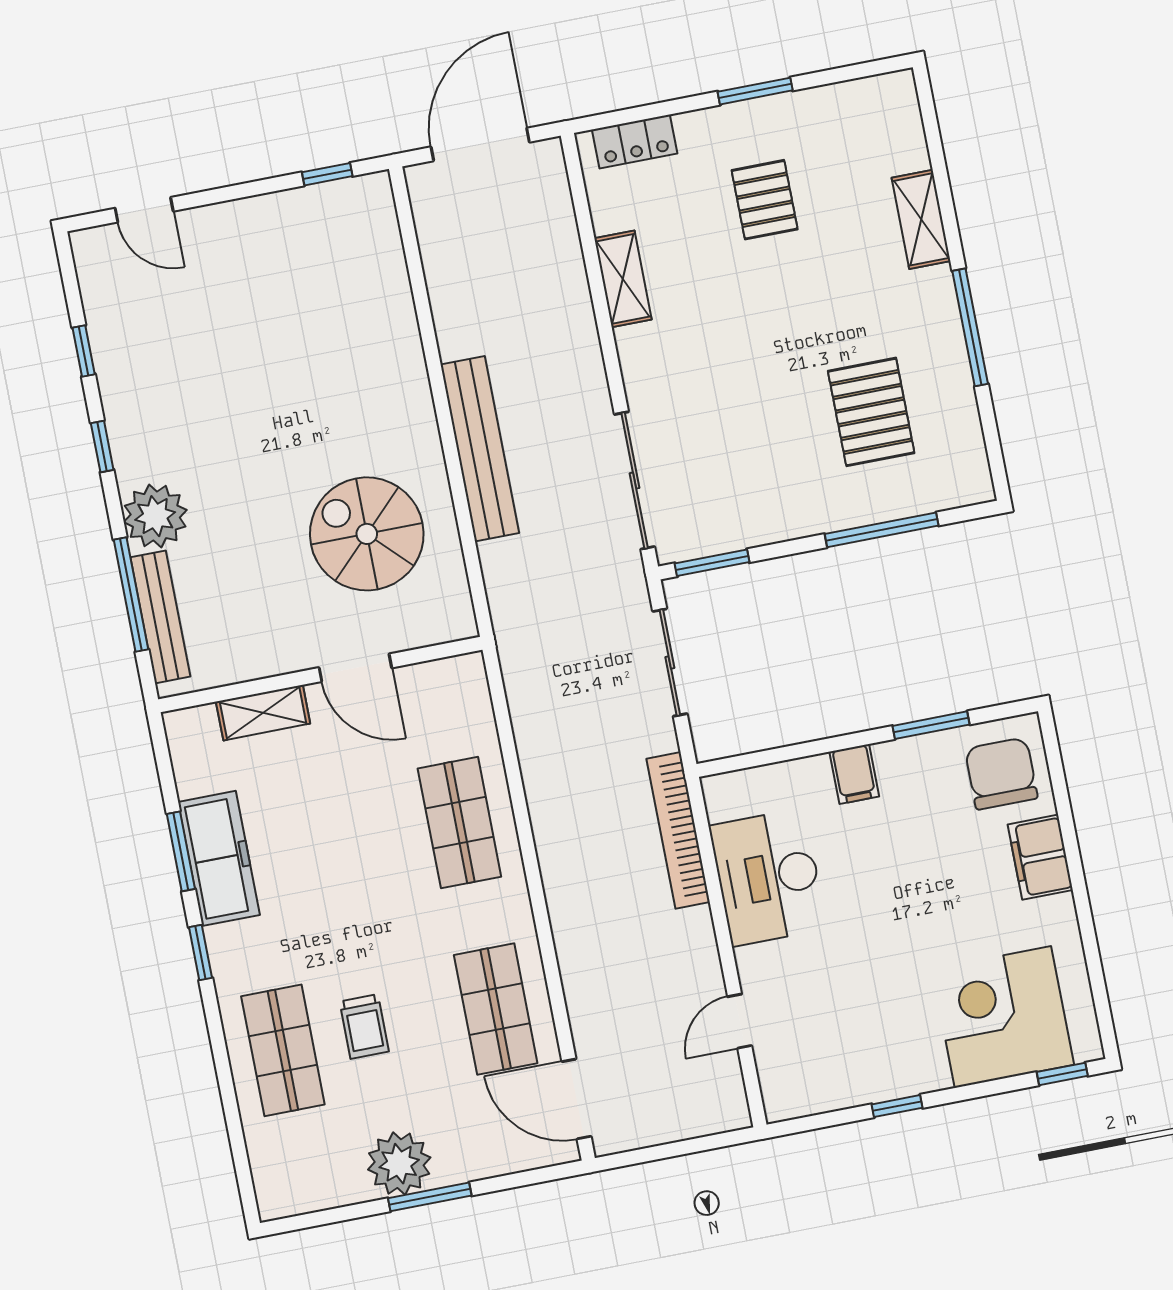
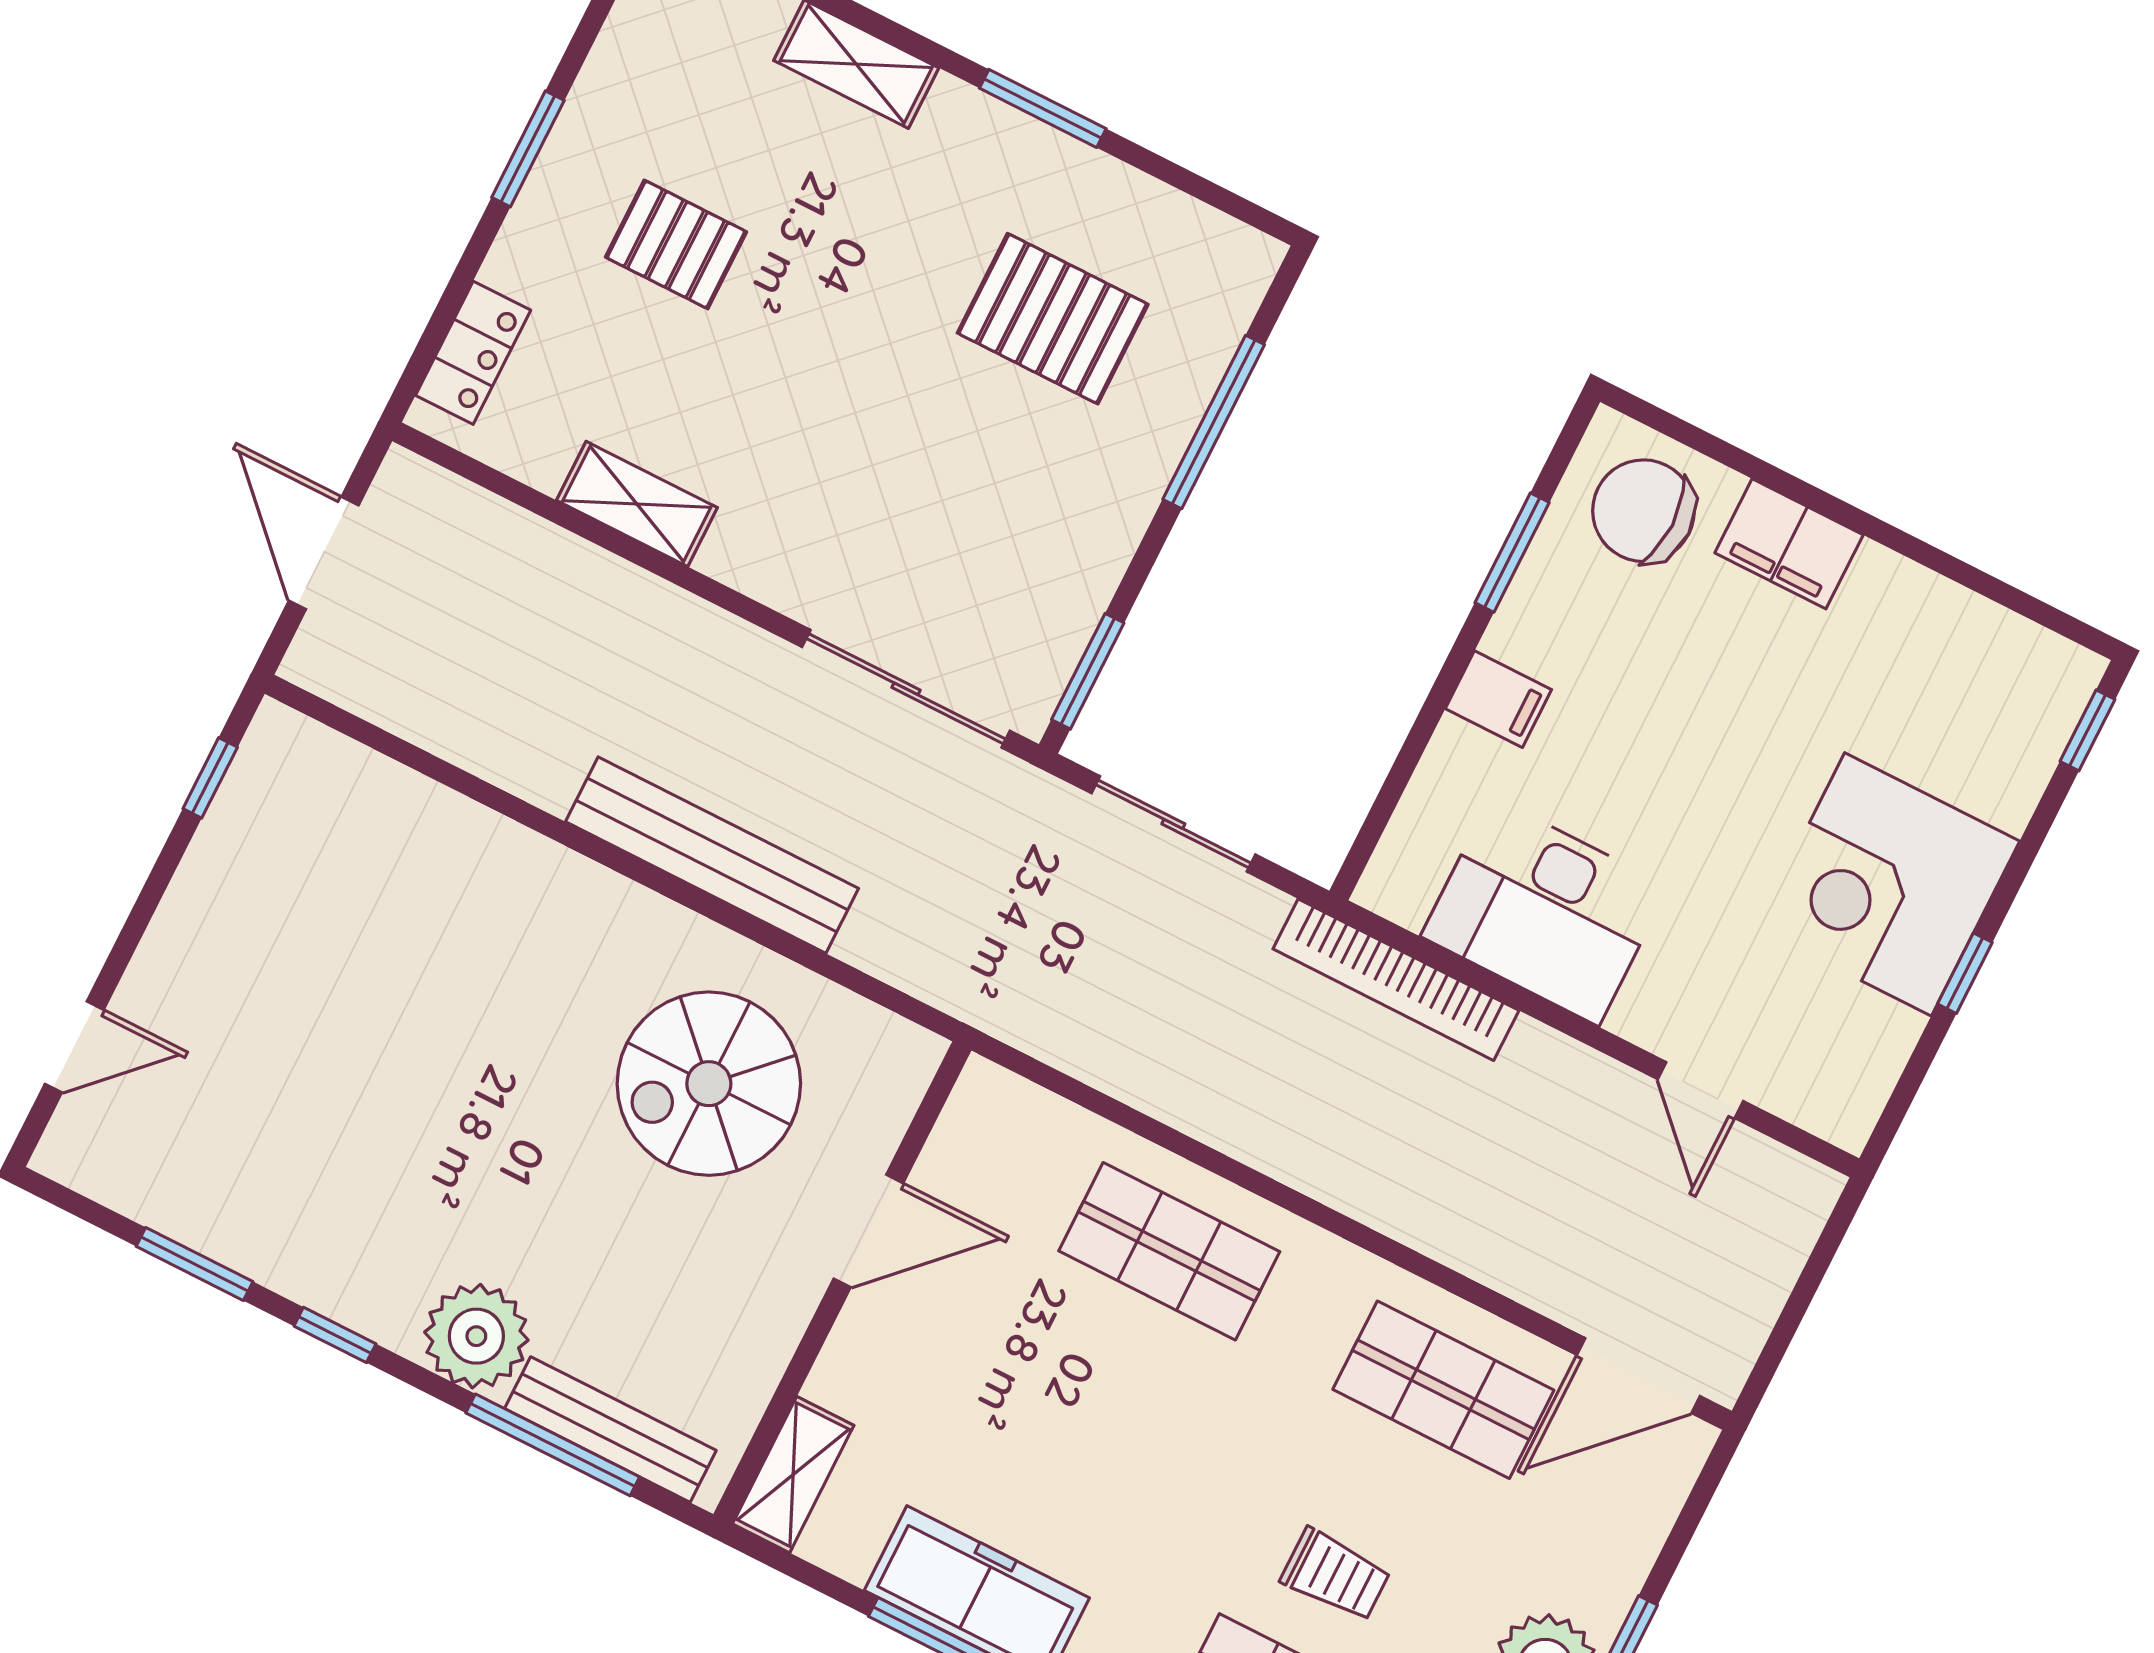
door: (480, 144) -> (324, 553), width x0.73
window: (970, 327) -> (1043, 108), width x0.69
window: (84, 351) -> (195, 1264), width x1.50
shelving: (263, 713) -> (793, 1475), moved
corner desk: (1003, 1017) -> (1888, 884), moved

